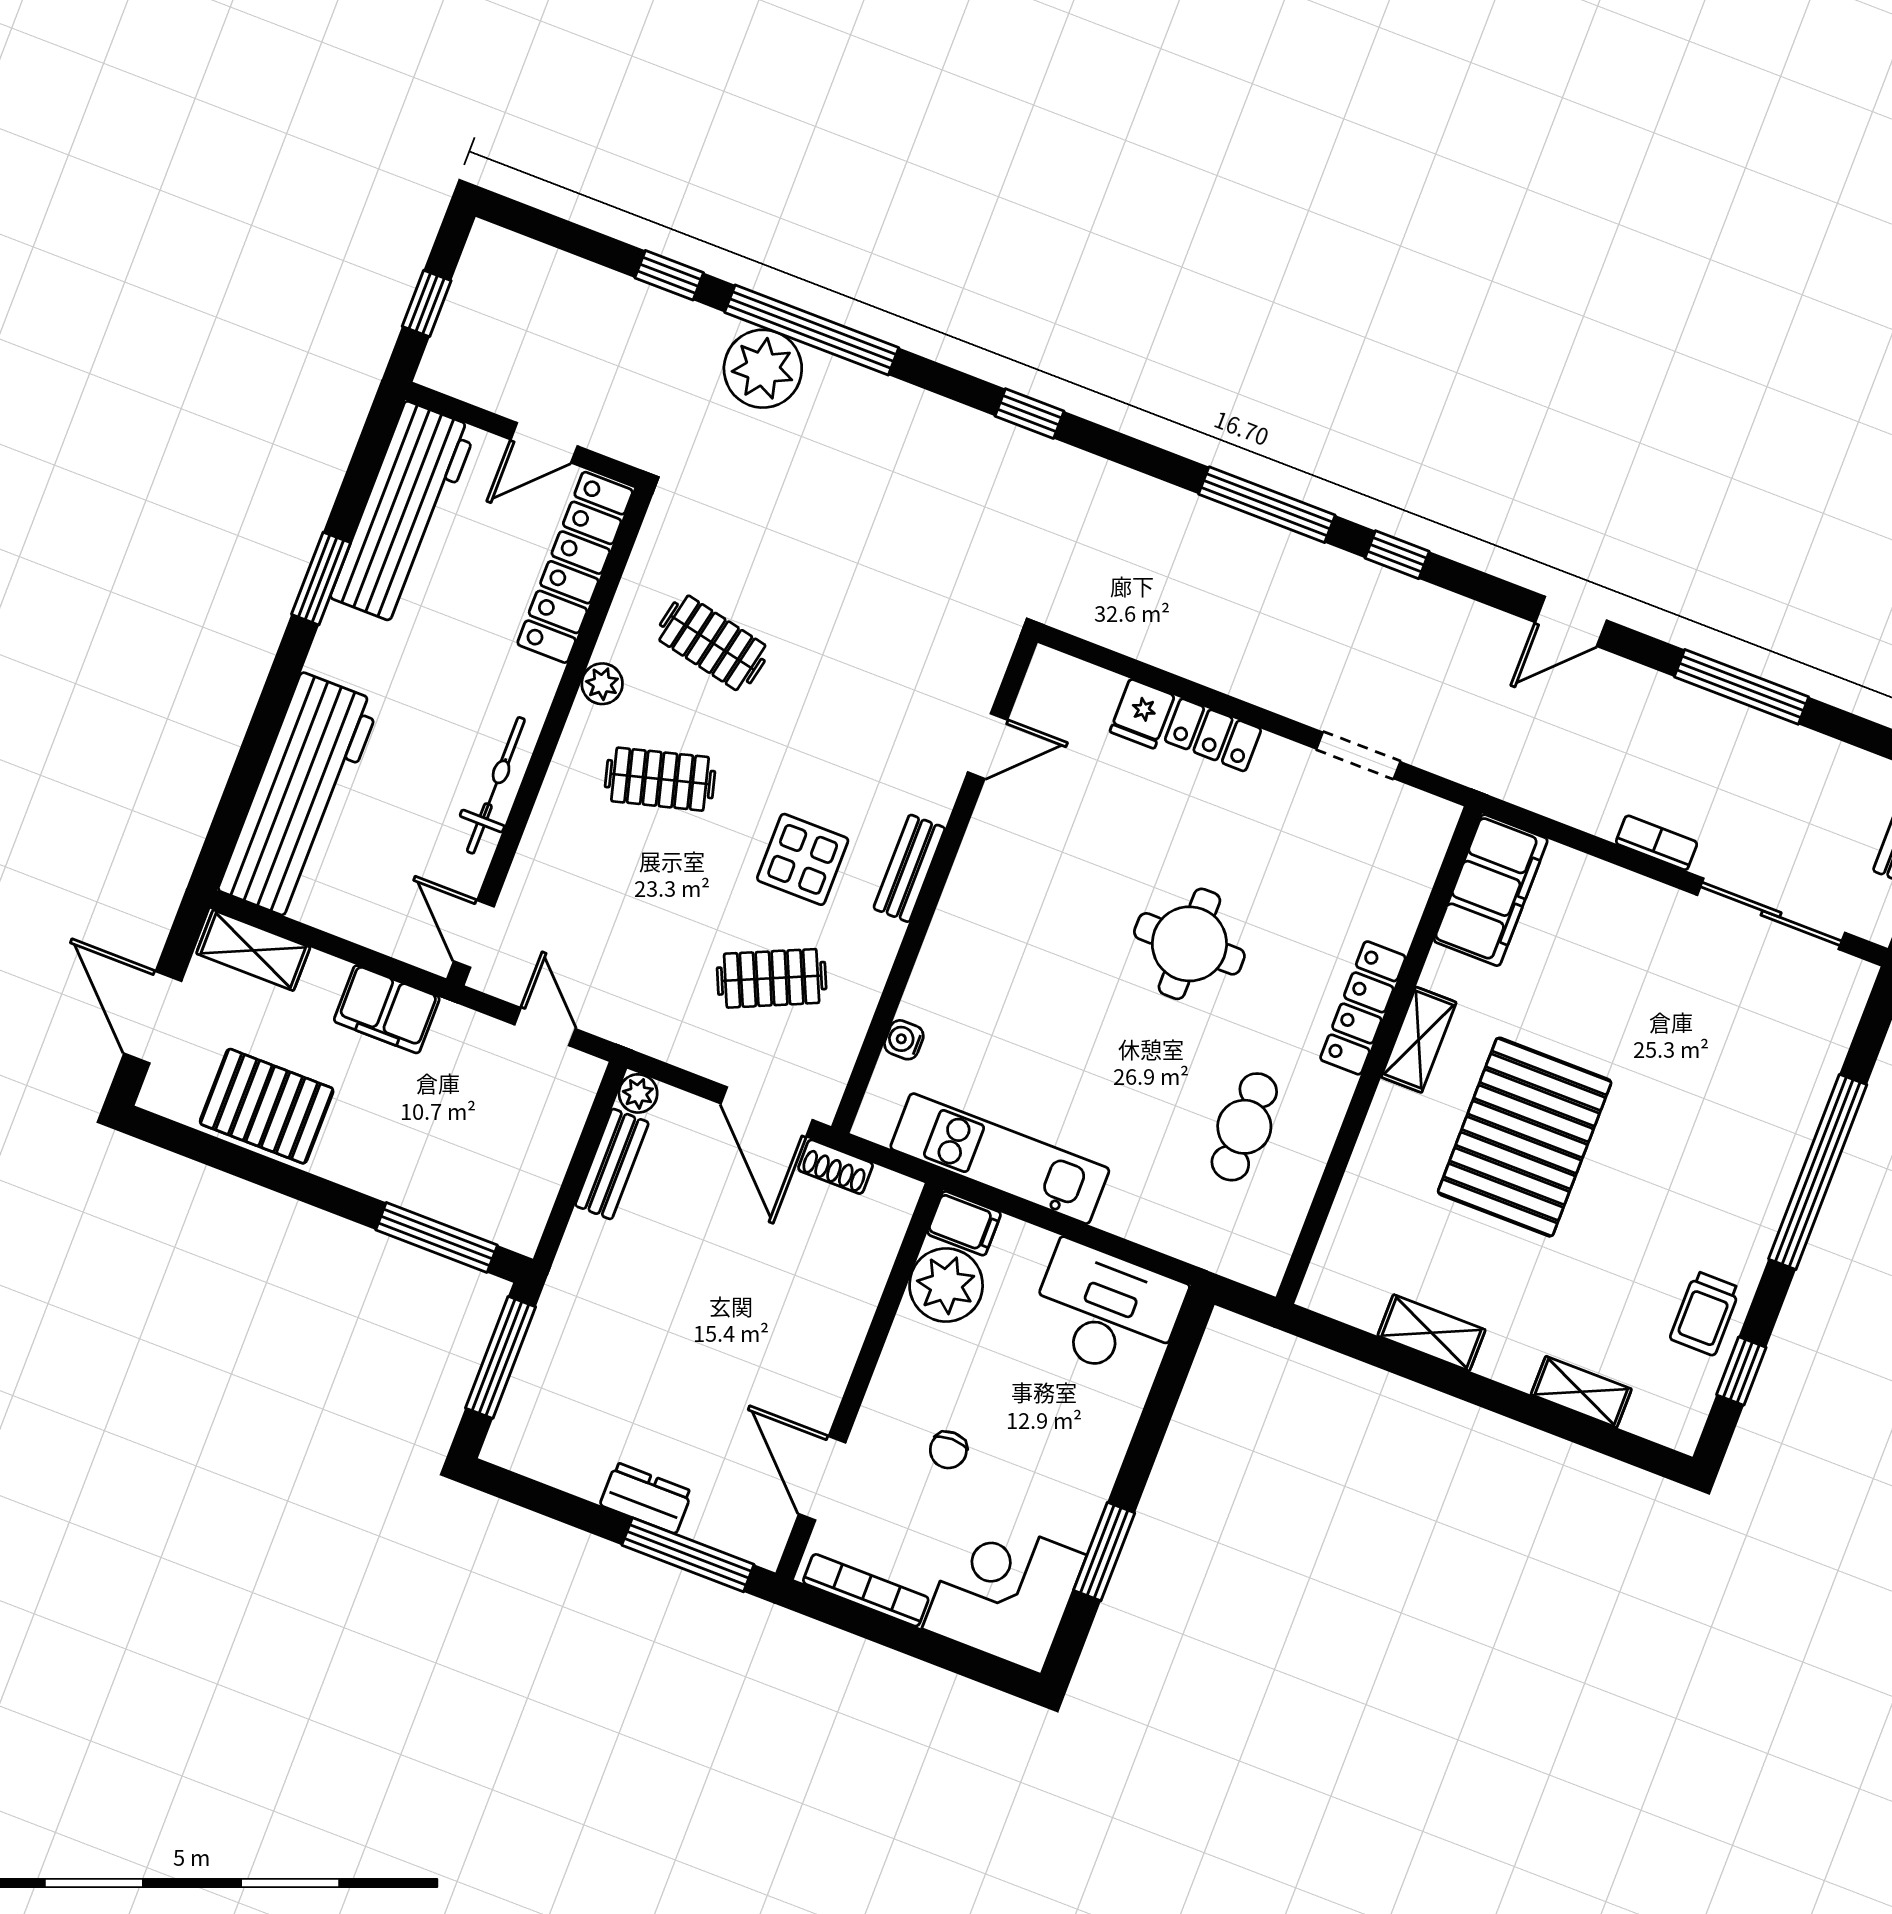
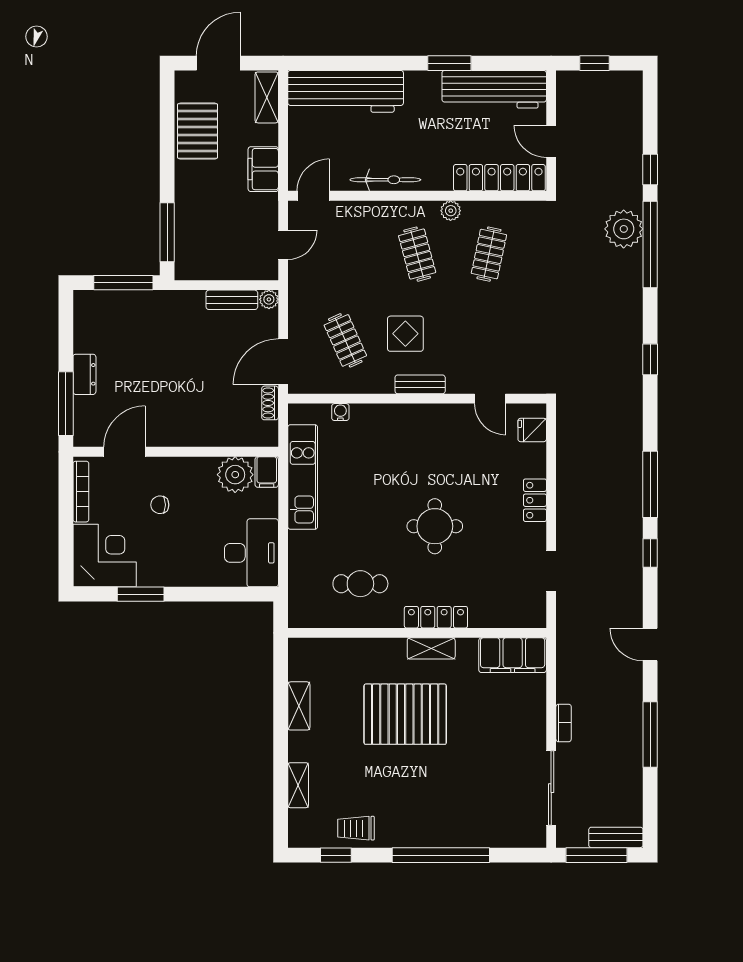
fridge: (1142, 714) -> (532, 430), moved

